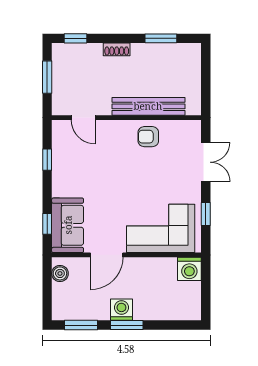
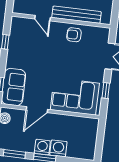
door: (83, 118) -> (43, 18), moved
washing machine: (189, 269) -> (58, 148), moved, turned 180

